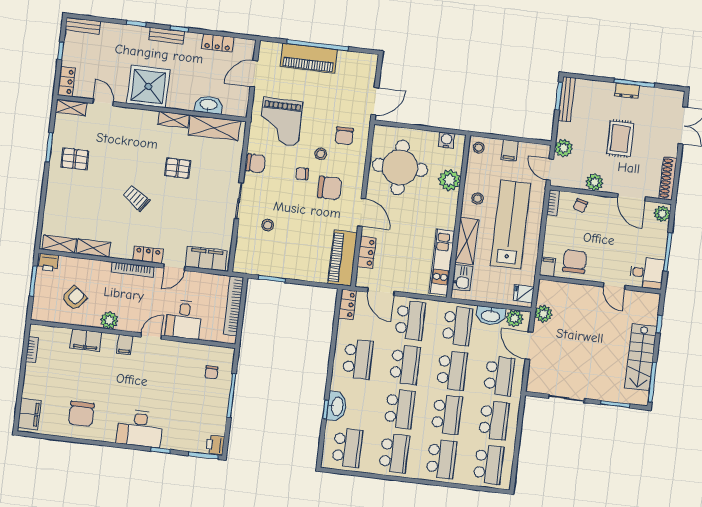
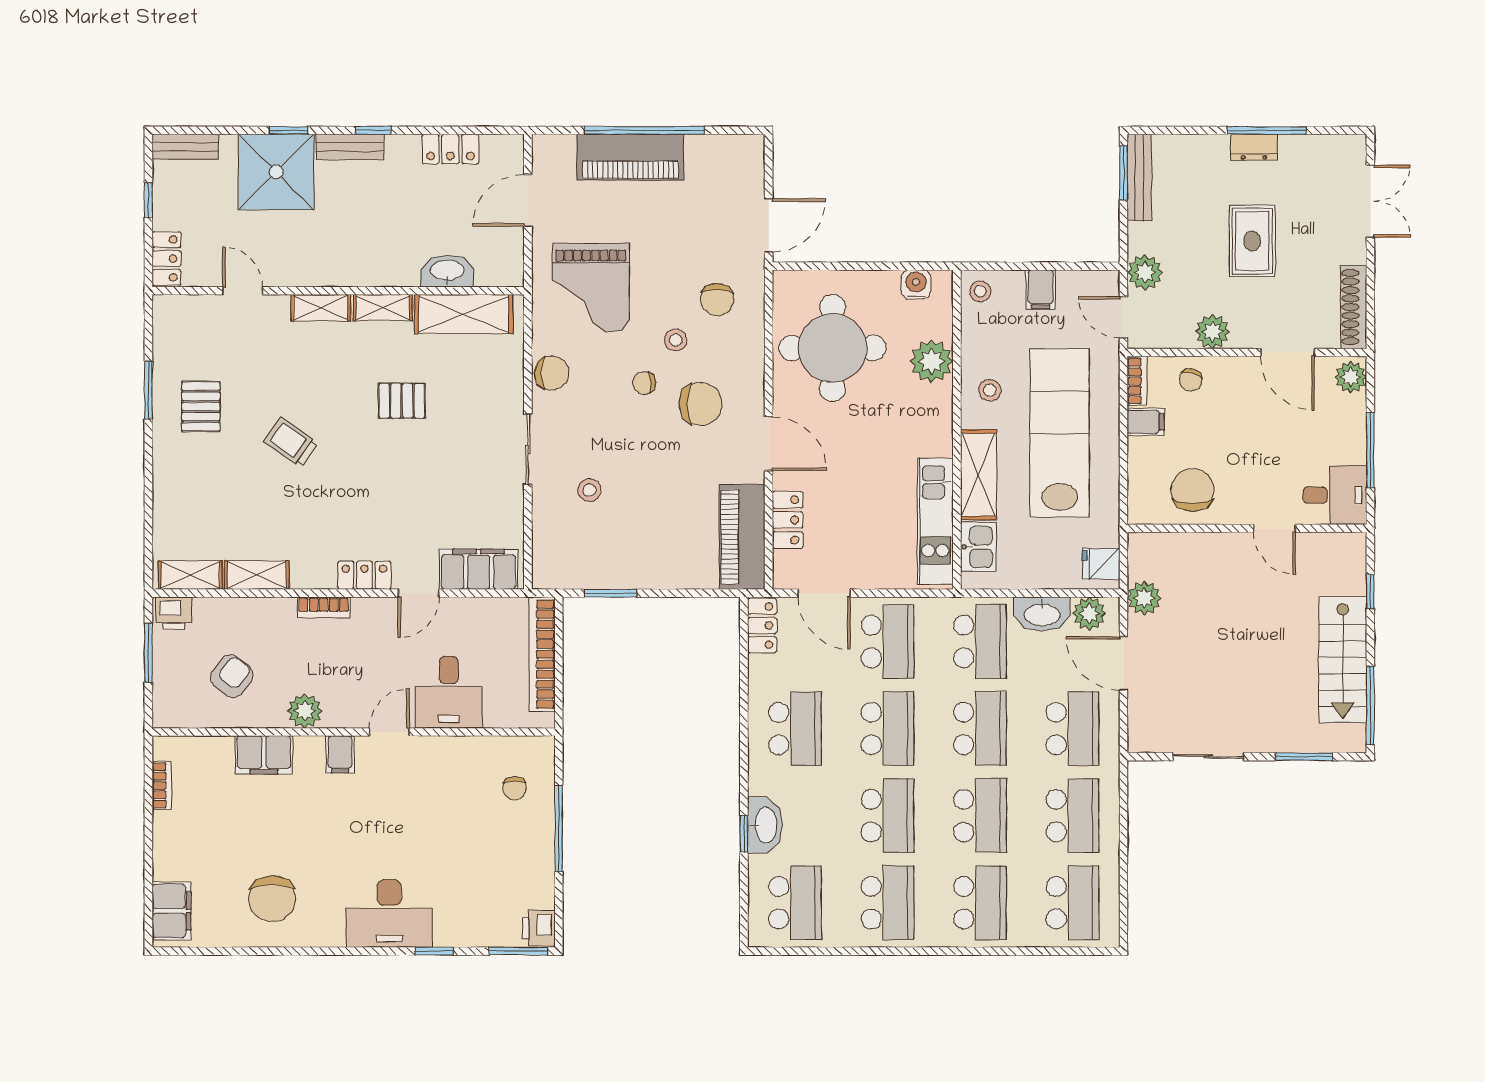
shower: (148, 86) -> (276, 172), moved
shelving: (71, 107) -> (321, 308), moved
pallet: (75, 159) -> (201, 406), turned 90
trolley: (136, 198) -> (291, 442), moved
filing cabinet: (547, 267) -> (1146, 422), moved, turned 90
bookcase: (133, 270) -> (324, 607), width x0.64

